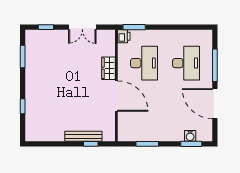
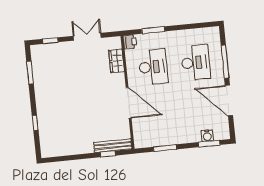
double door: (82, 27) -> (87, 37), swing flipped
window: (134, 27) -> (153, 30), moved
wardrobe: (109, 68) -> (116, 61), moved
bench: (83, 136) -> (113, 146), moved

